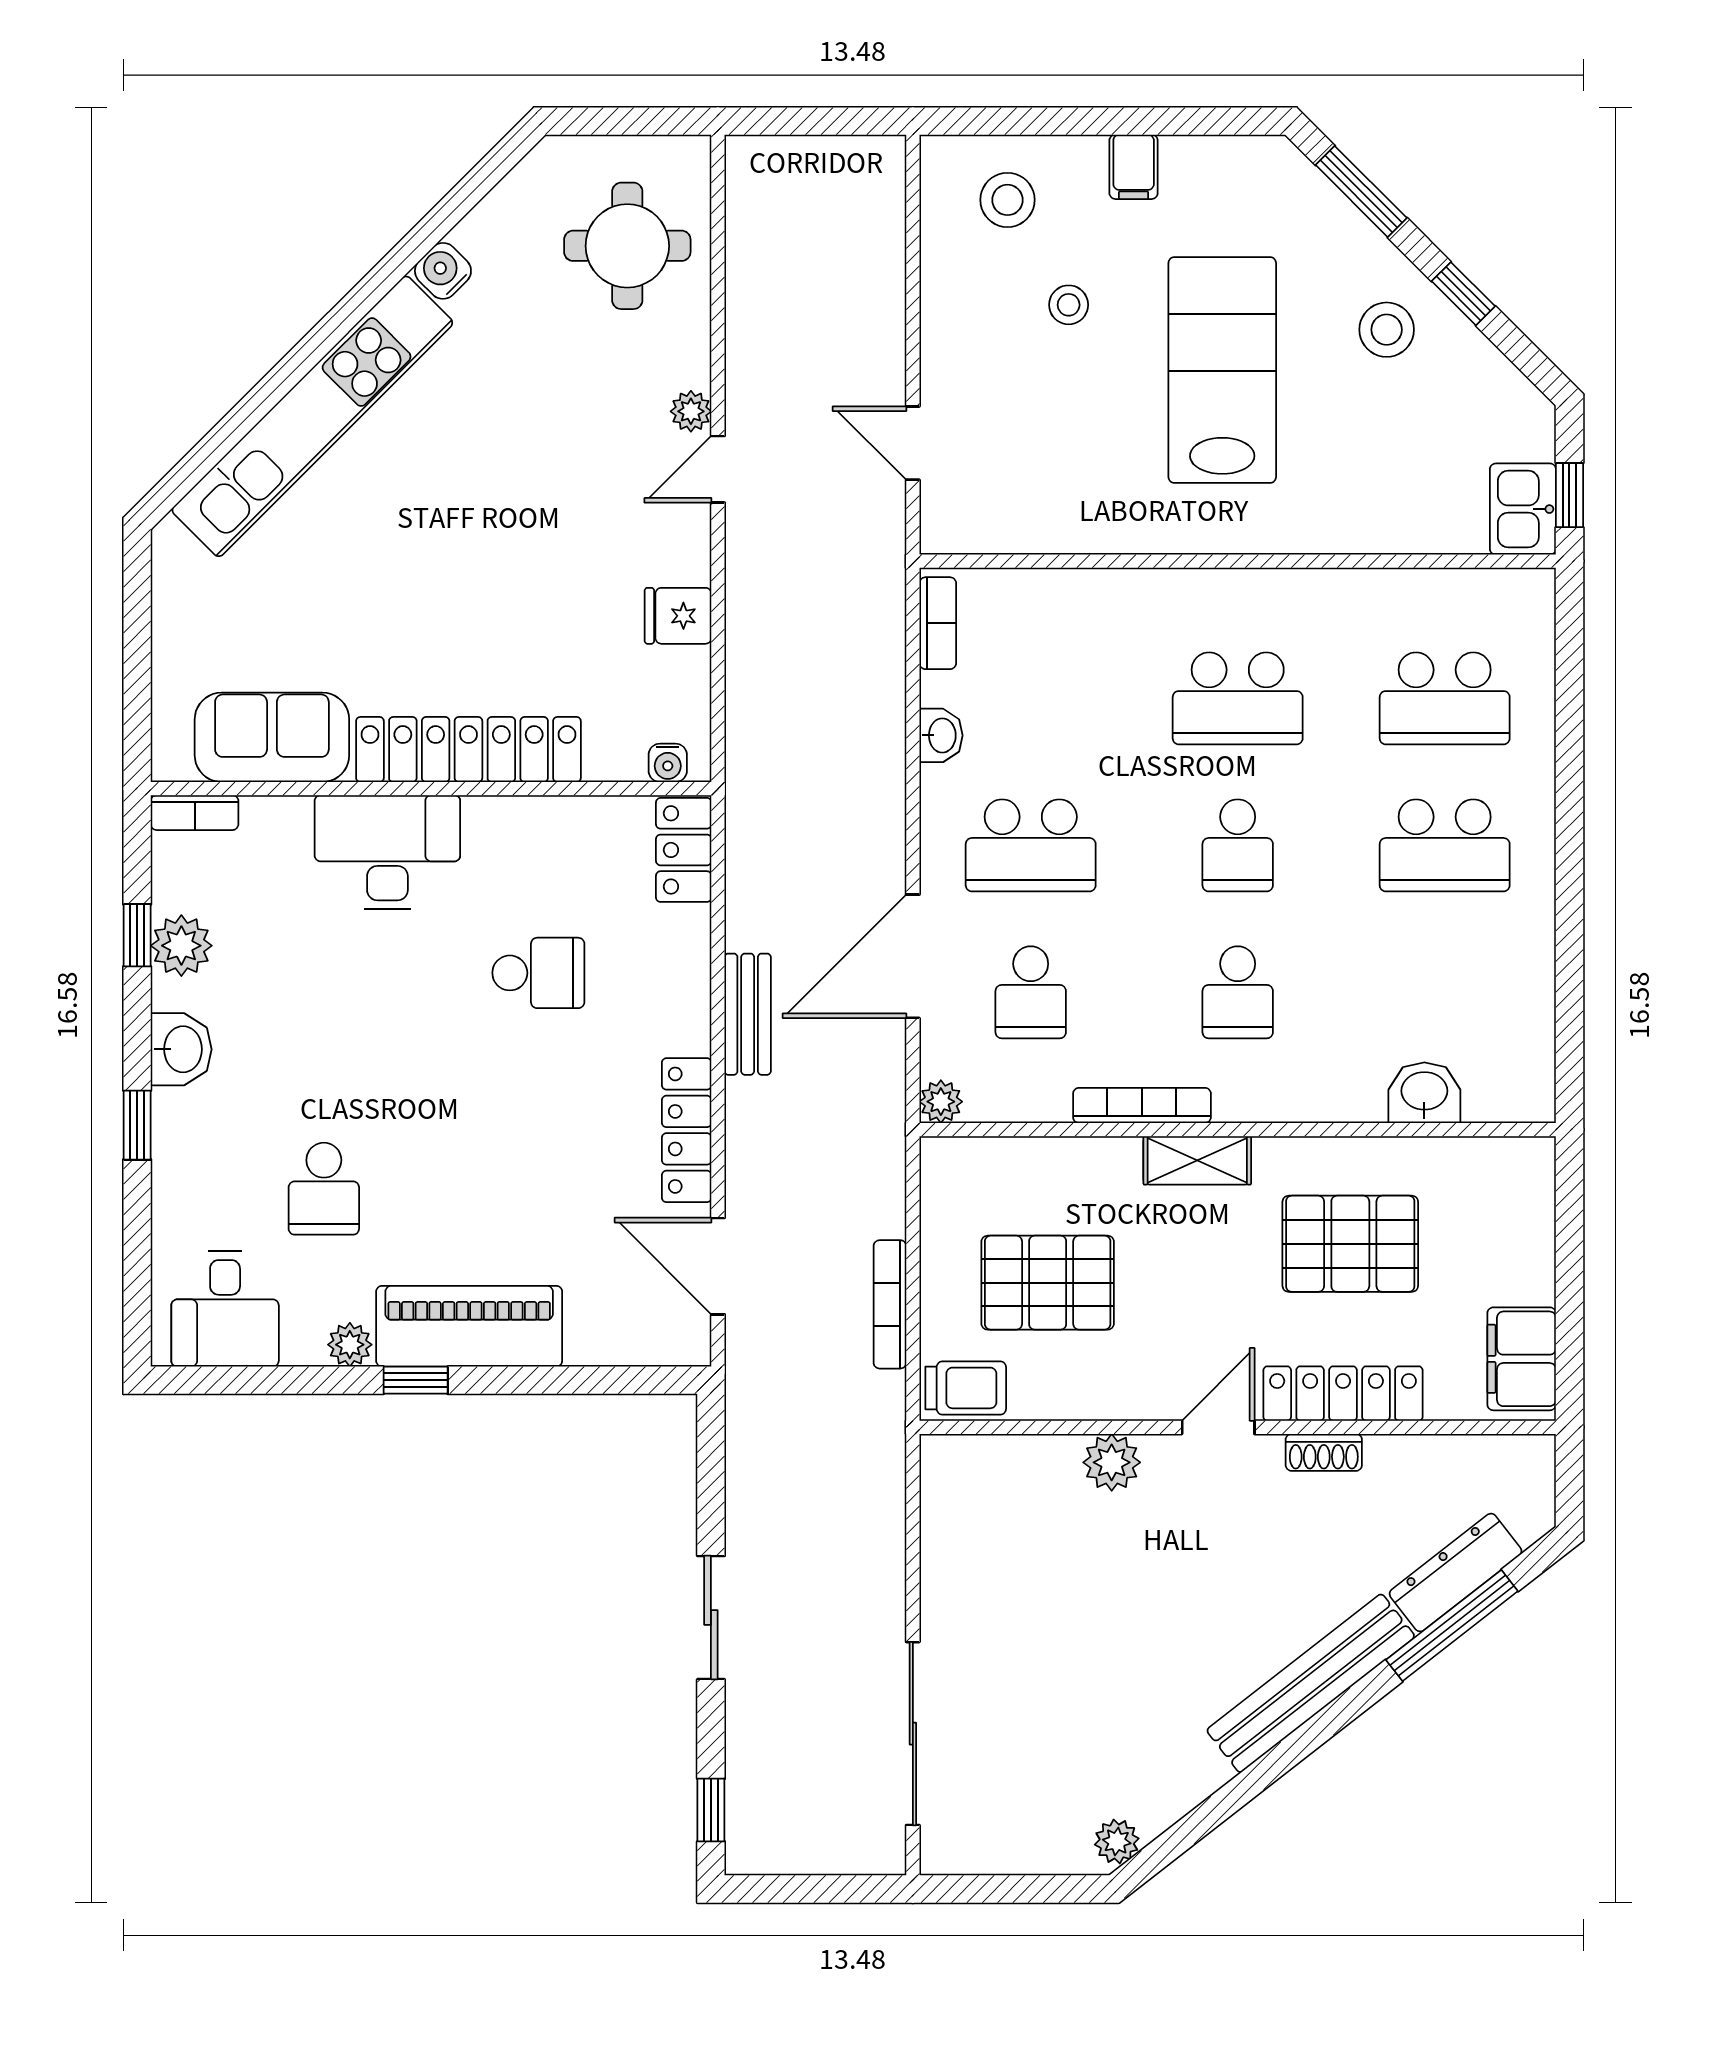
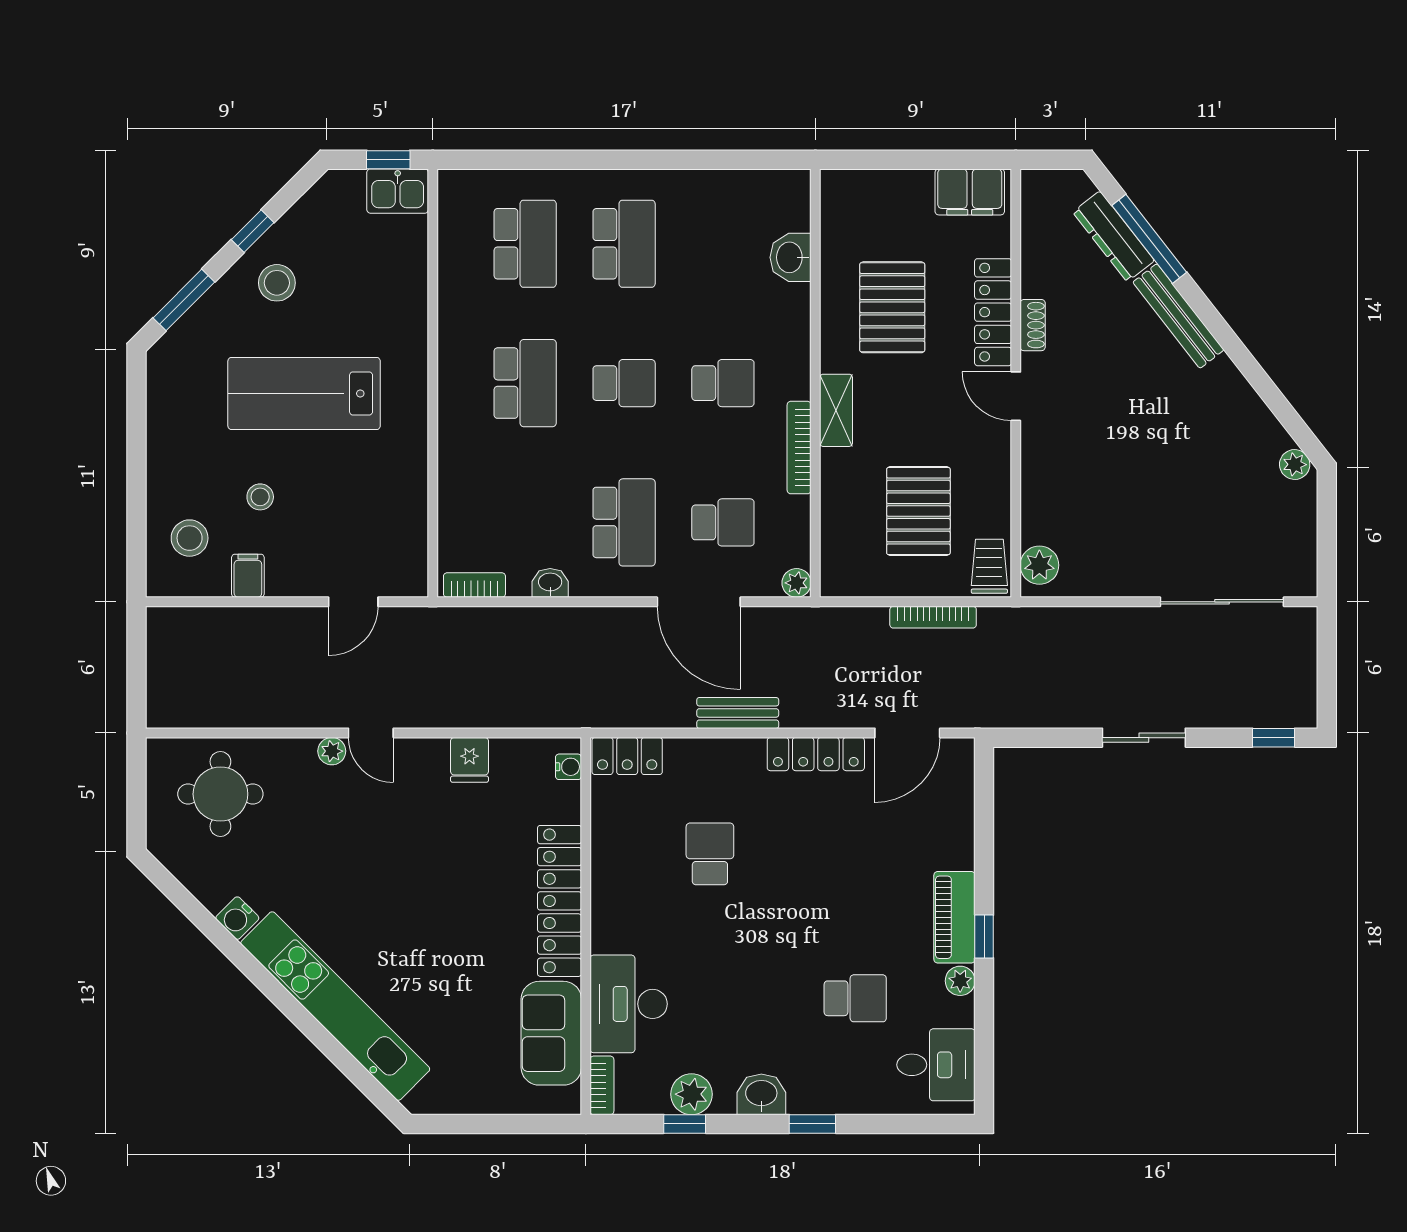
filing cabinet: (1134, 167) -> (248, 576), moved, turned -90
desk: (387, 852) -> (629, 1004), moved
piano: (469, 1326) -> (954, 917), width x0.73, depth x0.75
plant: (1112, 1462) -> (1039, 565), moved
bench: (1311, 1683) -> (1178, 316), width x0.73, depth x0.82

